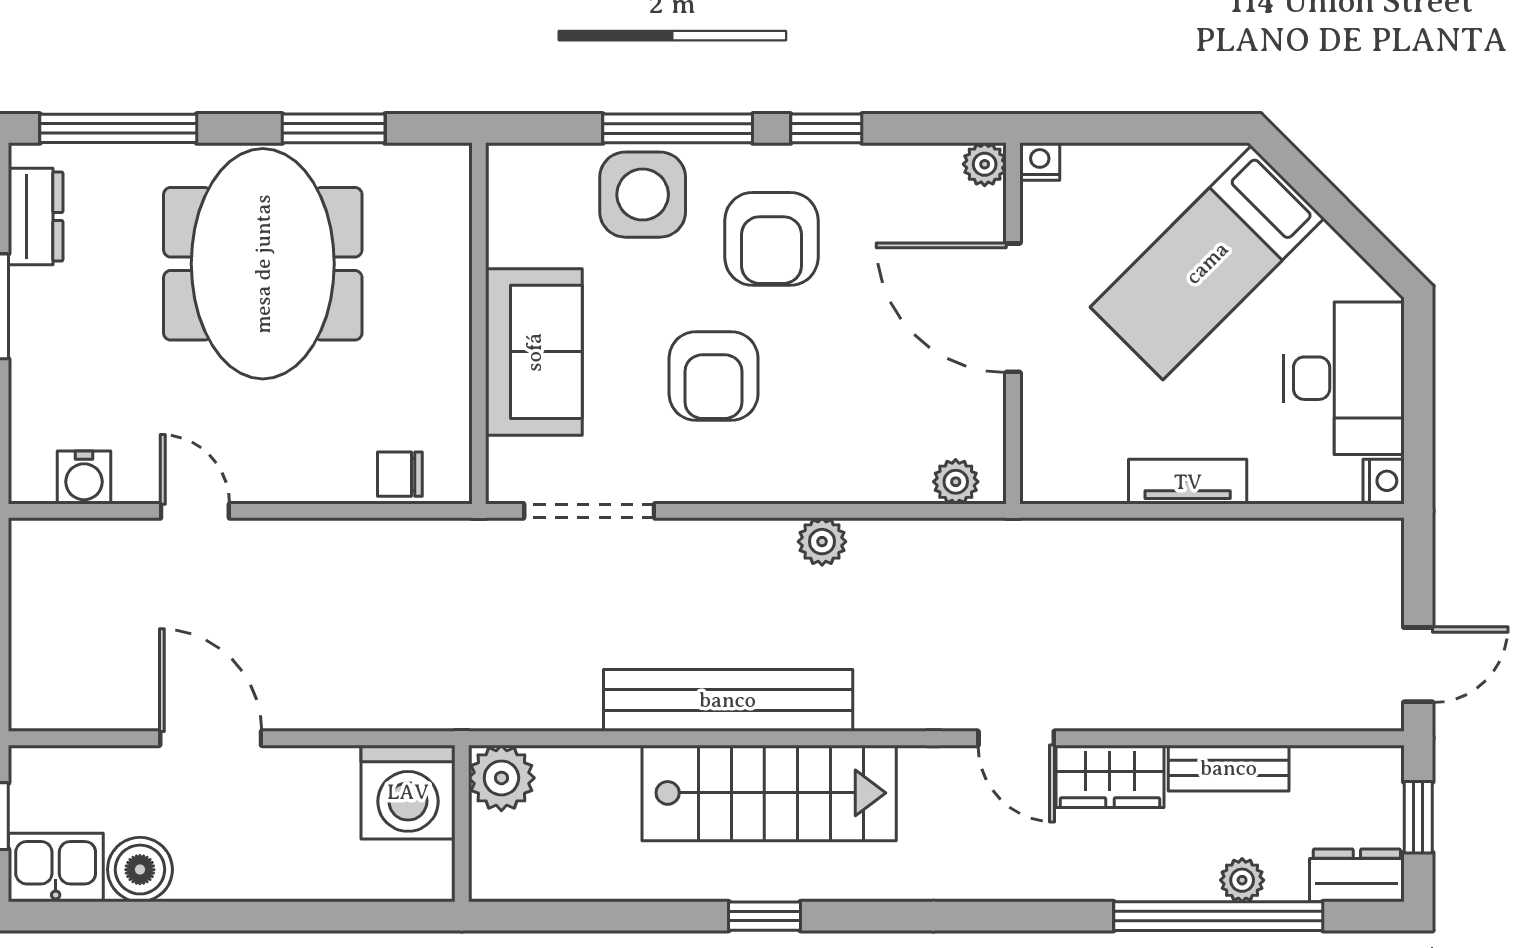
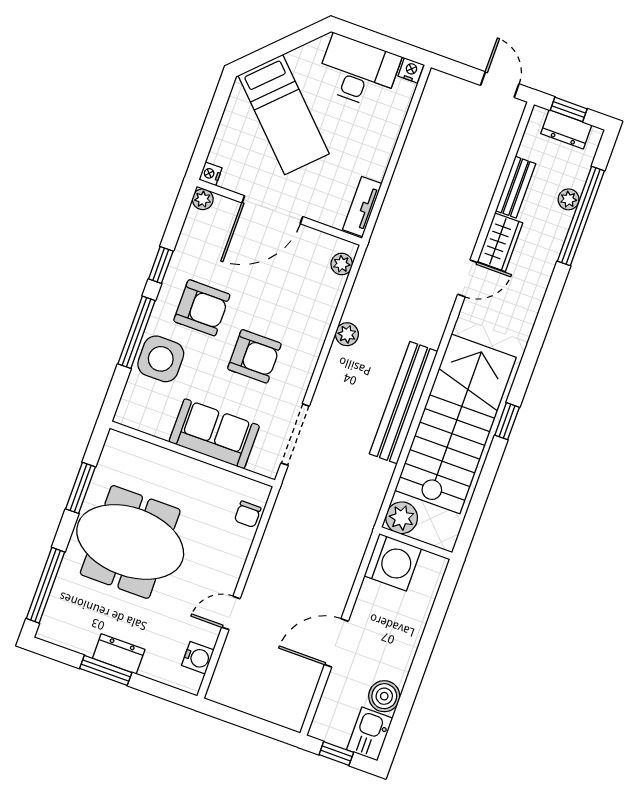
dresser: (36, 217) -> (119, 654), moved
tv unit: (1188, 482) -> (362, 207), moved
stairs: (769, 793) -> (455, 424), width x1.36, depth x1.51
dresser: (1357, 875) -> (566, 129), moved, turned -90

